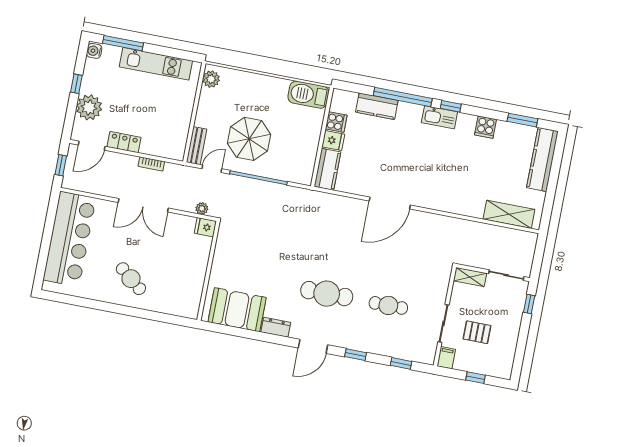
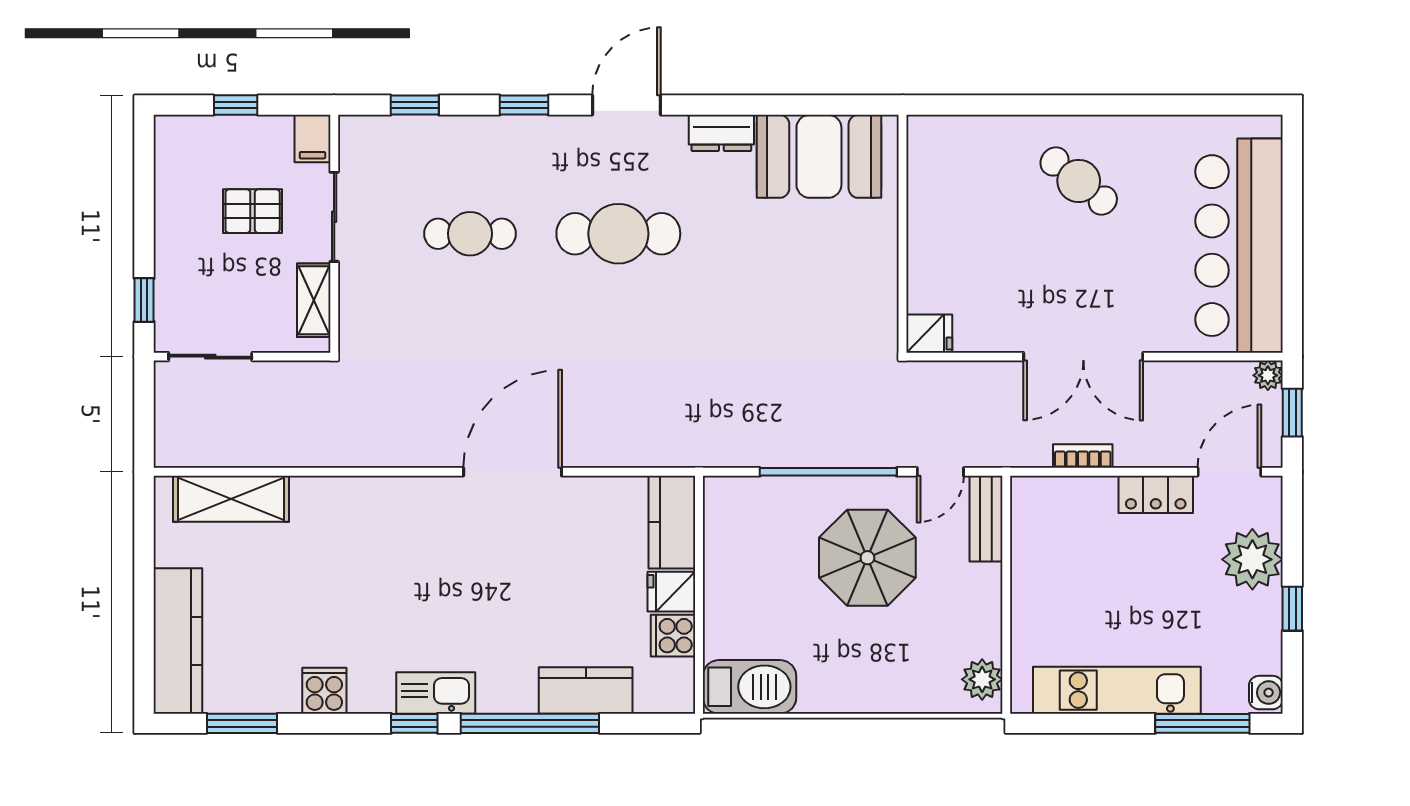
double door: (143, 205) -> (1083, 357), swing flipped
plant: (202, 208) -> (1268, 375), moved
shelving: (470, 277) -> (314, 300), moved, turned 90

